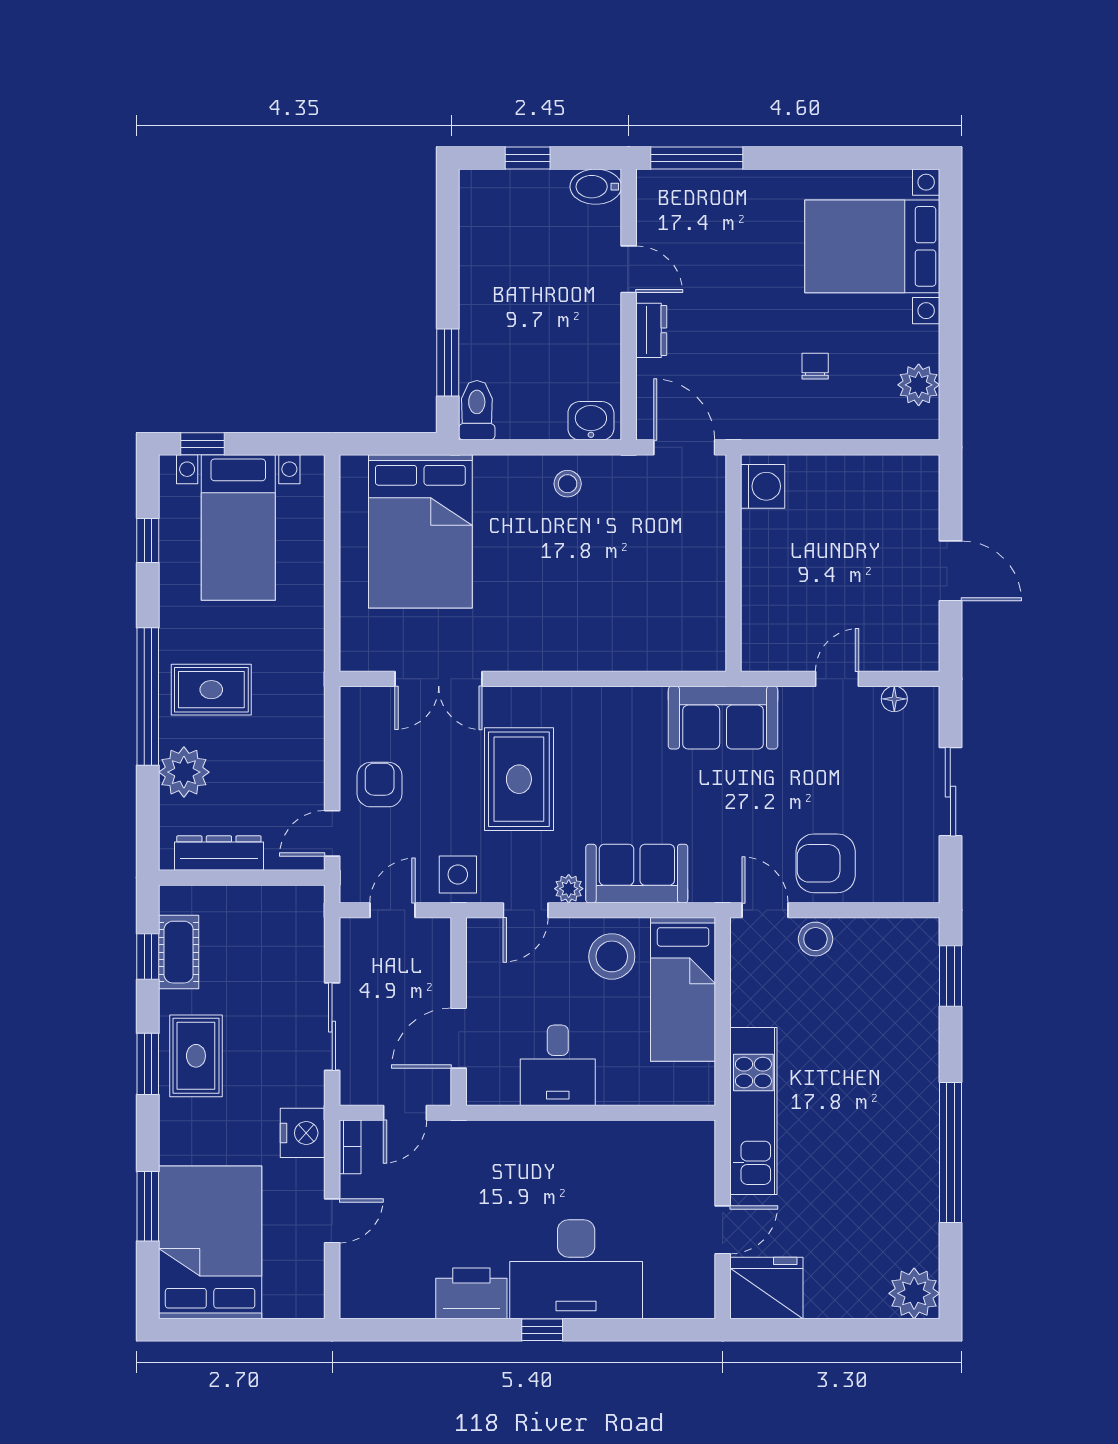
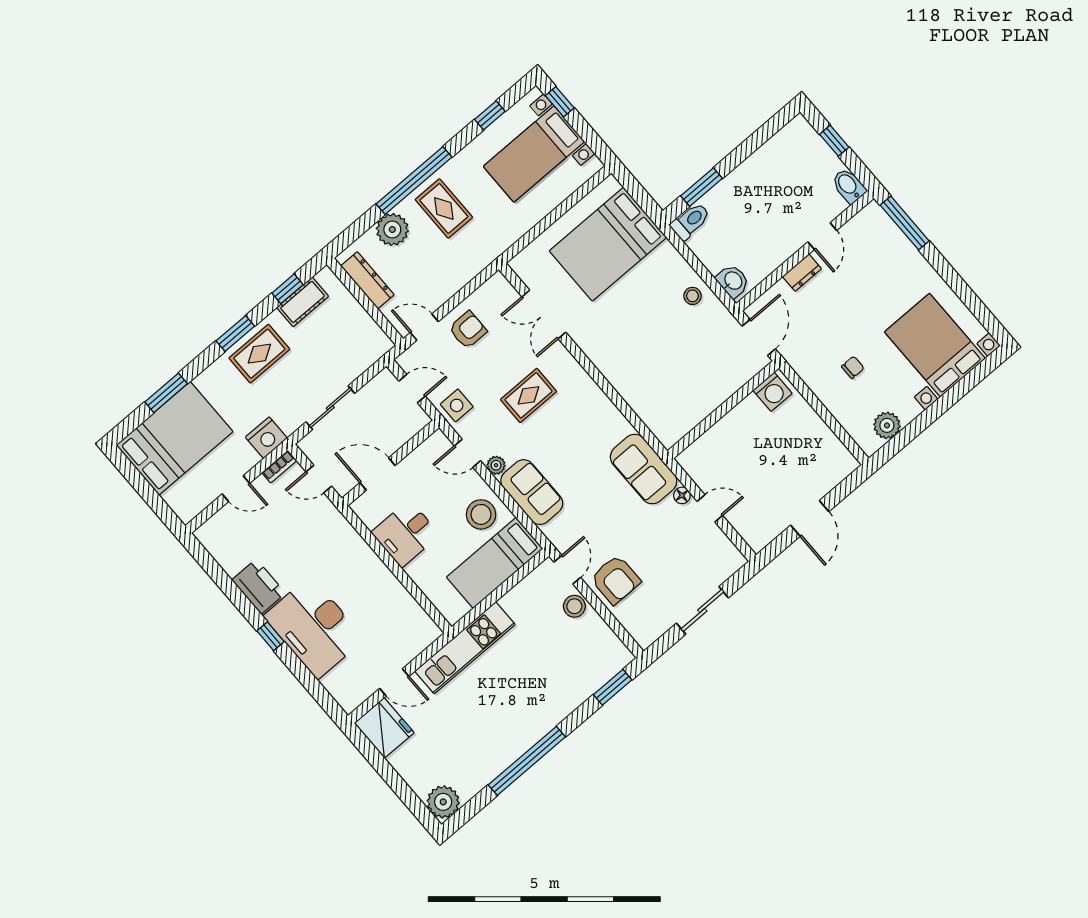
floor lamp: (894, 699) -> (682, 495), moved
rug: (519, 779) -> (529, 395), width x0.73, depth x0.70
armchair: (826, 863) -> (615, 580), turned 180

